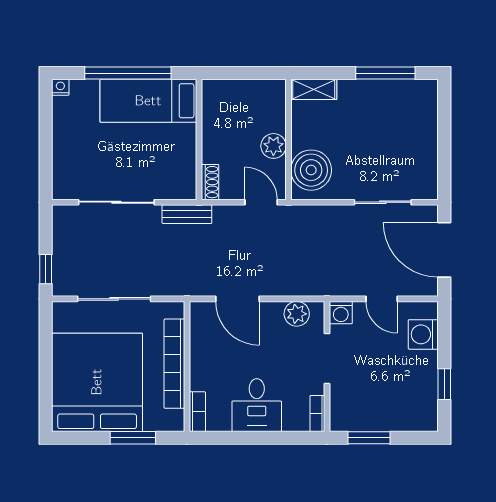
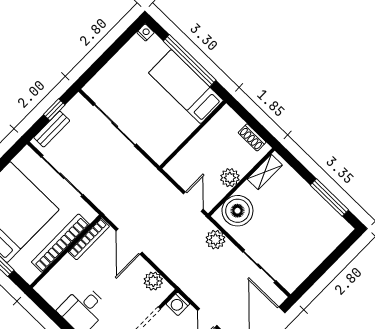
shelving: (314, 89) -> (265, 172), moved, turned 90
shoe rack: (210, 182) -> (252, 137), moved, turned 90
bench: (187, 214) -> (52, 129), moved, turned 90
plant: (317, 217) -> (215, 240), added
window: (46, 269) -> (54, 110), moved
bookcase: (197, 412) -> (89, 239), moved, width x1.56

